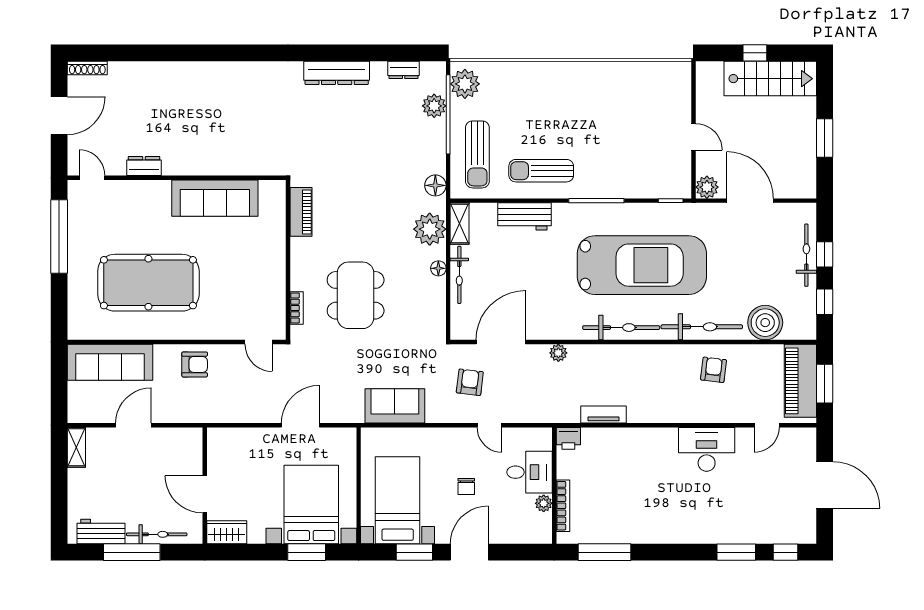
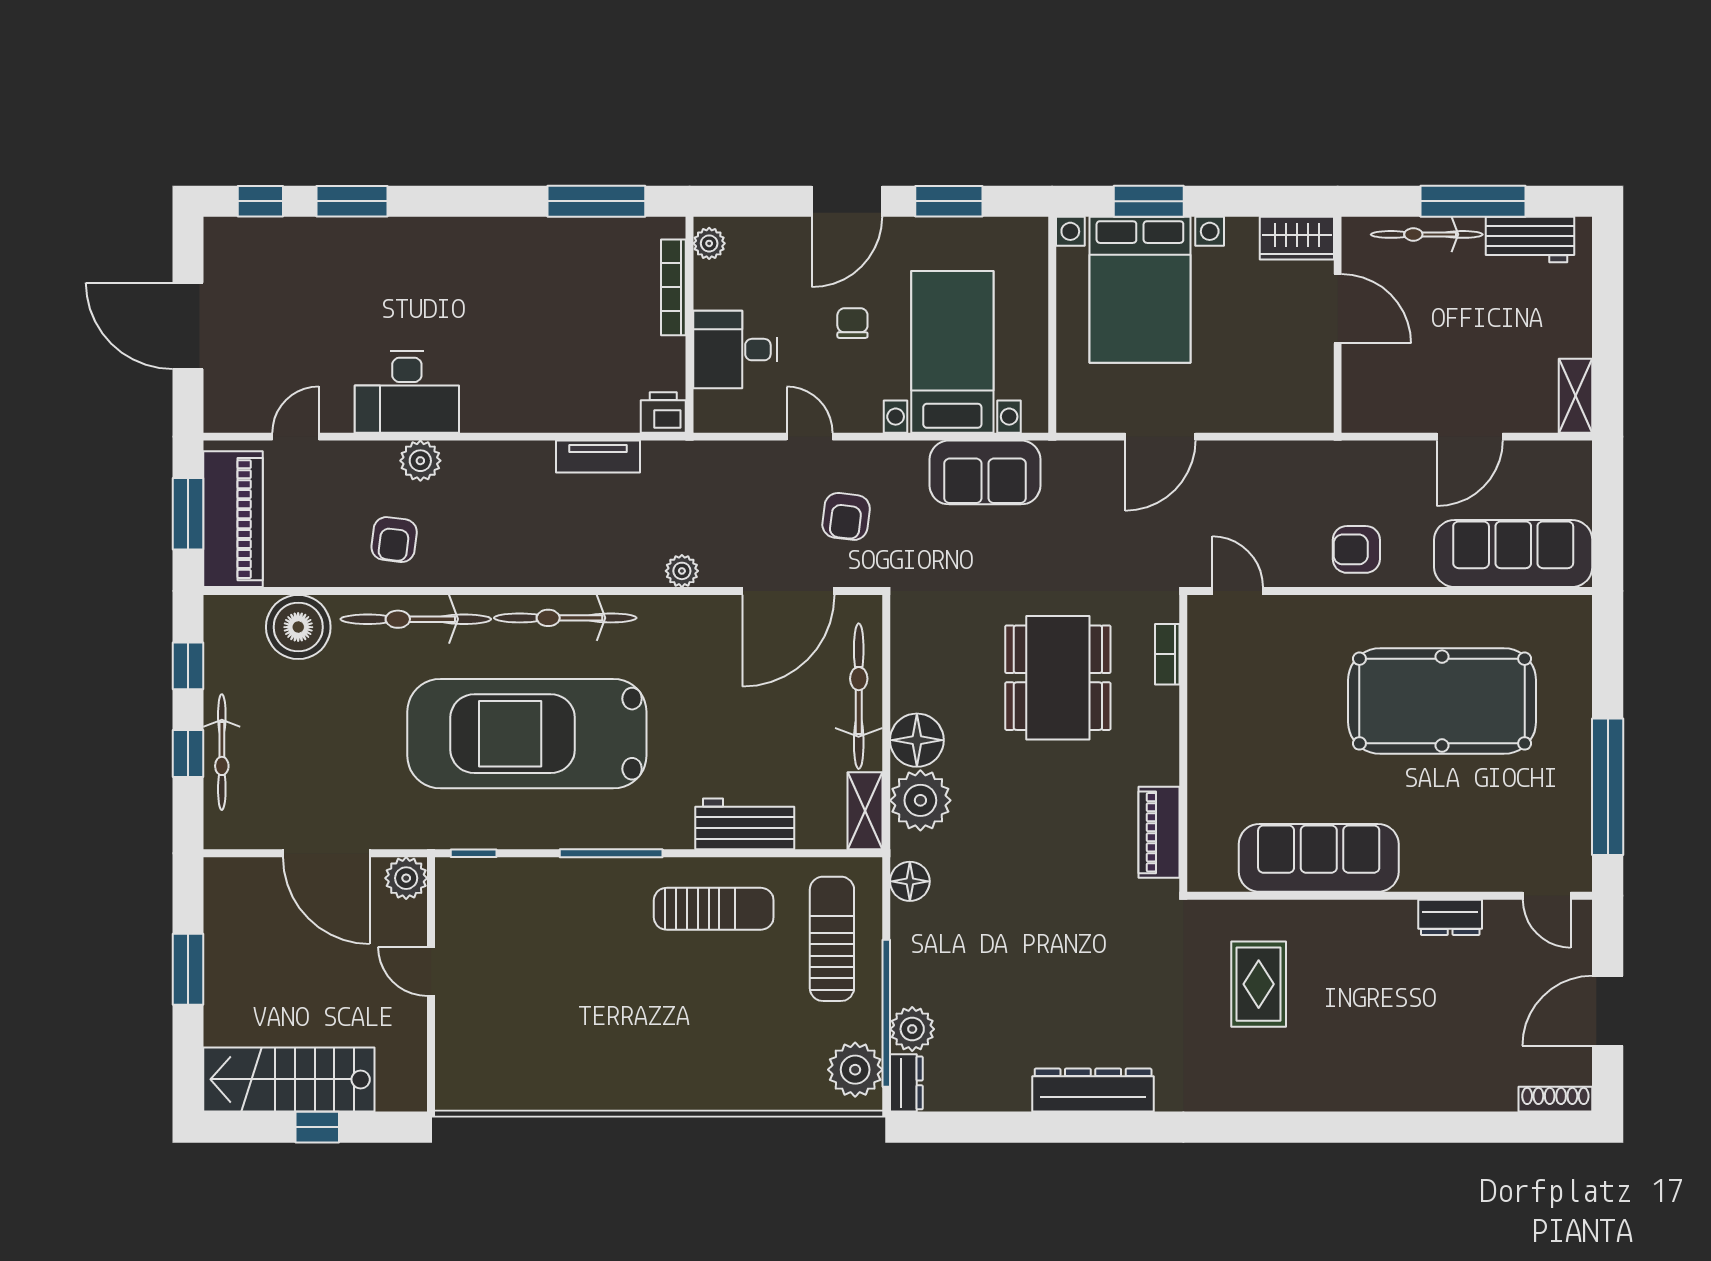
dresser: (404, 70) -> (906, 1083), moved, turned 90
rug: (247, 130) -> (1259, 984), added
floor lamp: (438, 268) -> (917, 740), width x1.89, depth x1.89
bicycle: (459, 275) -> (859, 696), width x1.37, depth x1.40
plant: (699, 412) -> (420, 461), added
bed with nightstands: (398, 500) -> (952, 352), moved, turned 180
plant: (544, 503) -> (709, 243), moved

